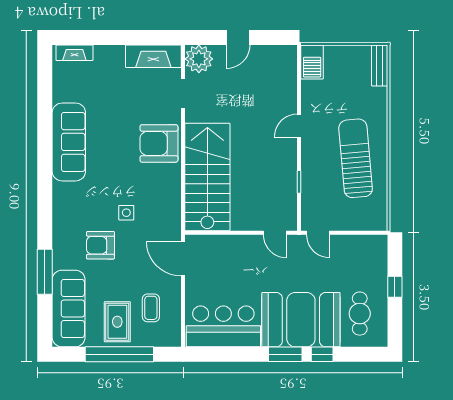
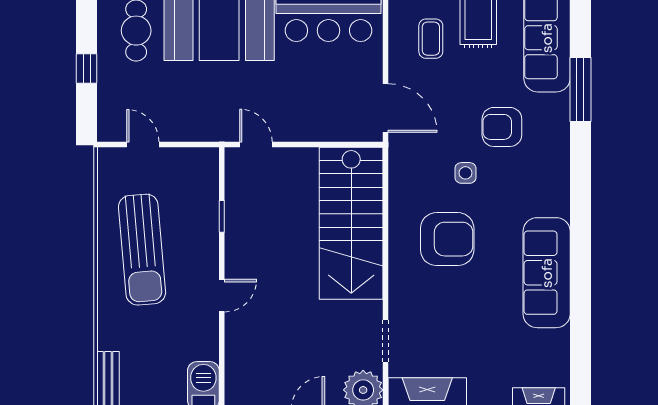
armchair: (159, 143) -> (447, 239), moved
door: (318, 233) -> (143, 145), moved
armchair: (100, 245) -> (502, 127), turned 180

